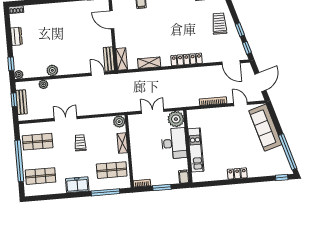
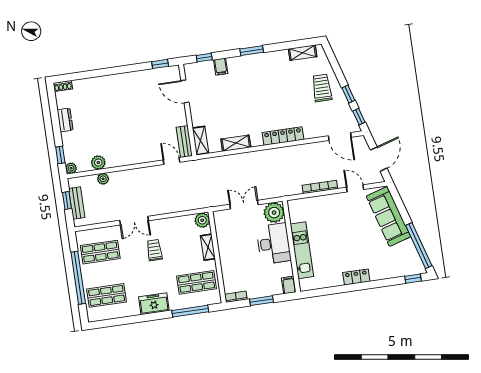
plant: (52, 70) -> (98, 163), moved
double door: (66, 119) -> (134, 221), swing flipped

